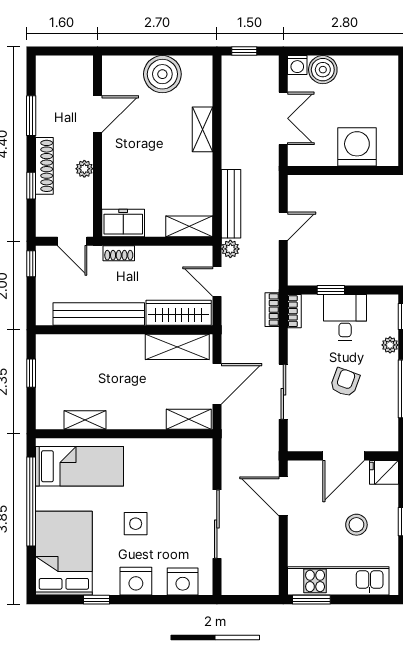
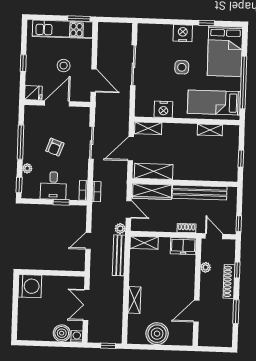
washing machine: (357, 147) -> (30, 286), moved, turned -90
plant: (84, 169) -> (206, 267), moved
stool: (356, 525) -> (64, 66), moved
nightstand: (183, 582) -> (163, 109), moved, turned 180

